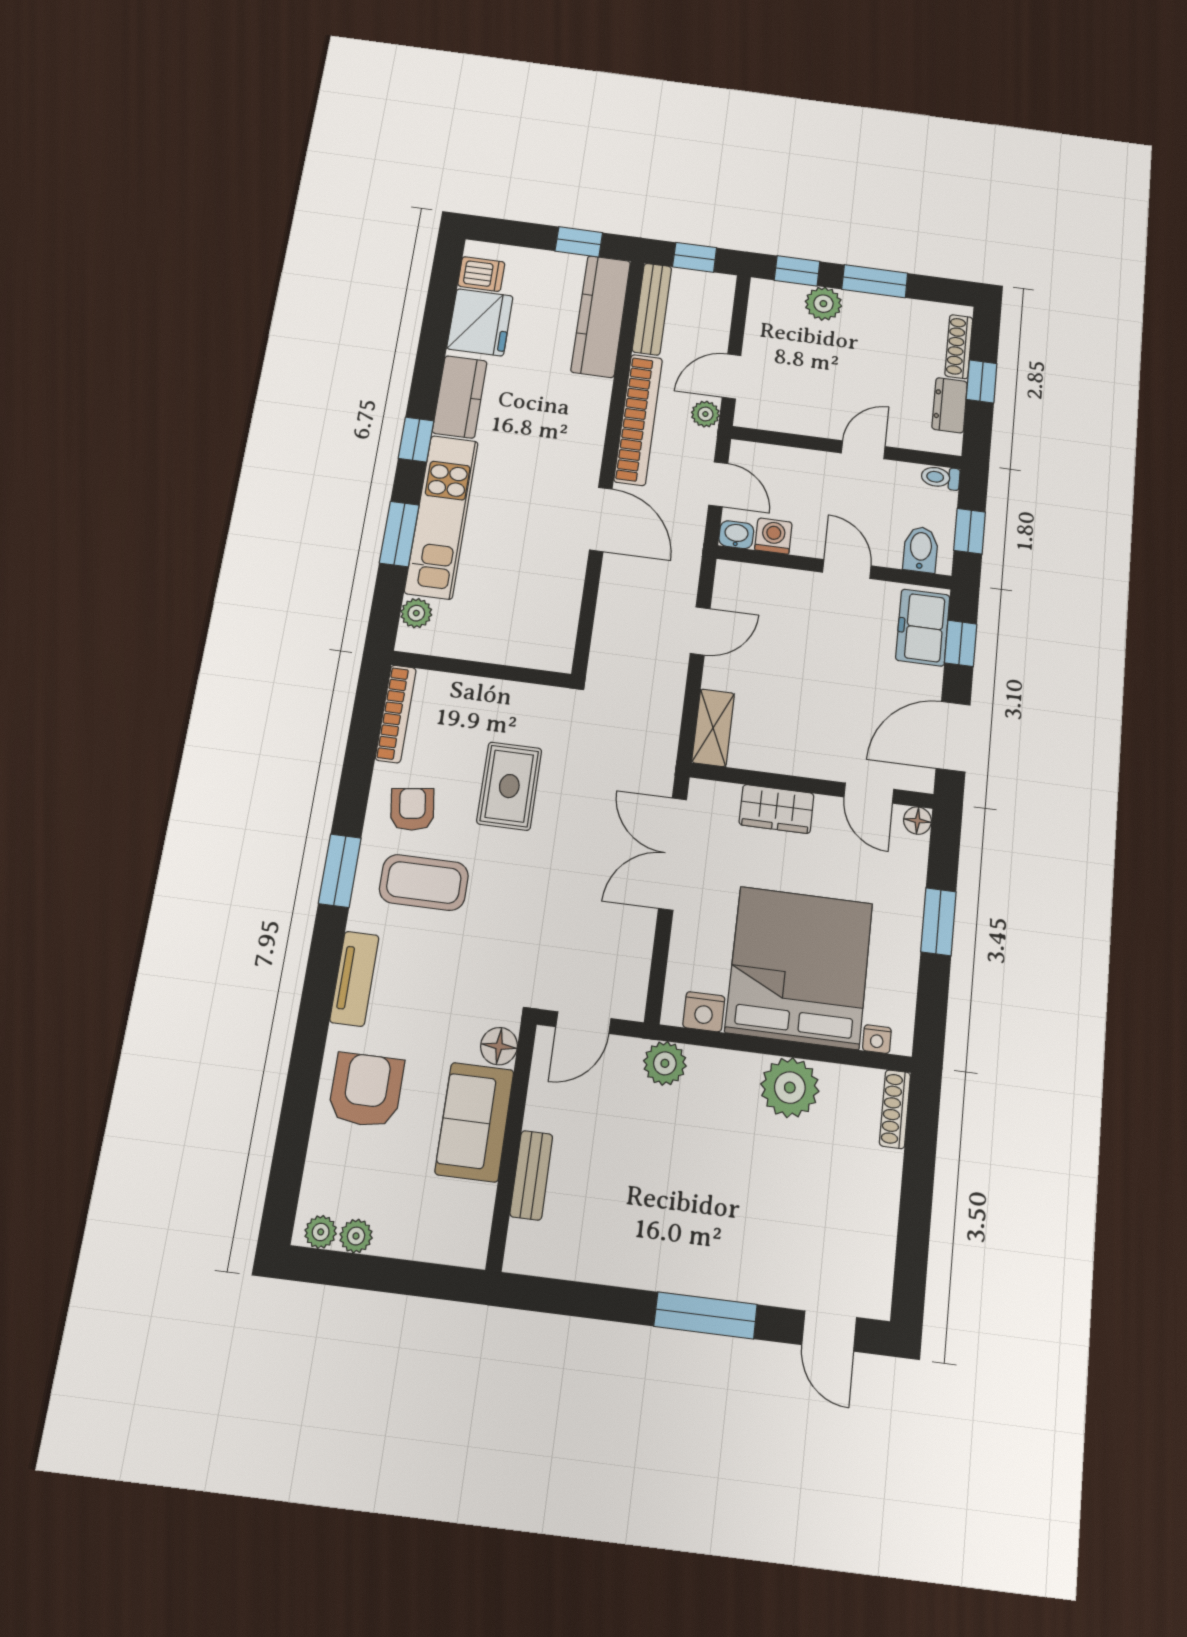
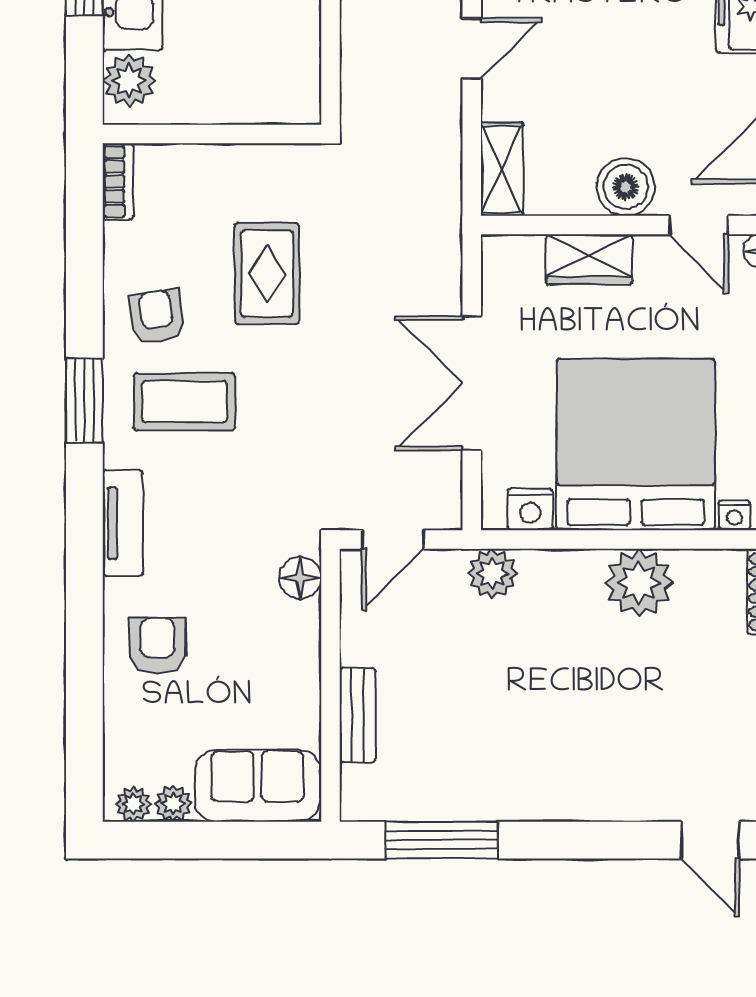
plant: (416, 613) -> (129, 81), width x1.38, depth x1.38
bookcase: (396, 714) -> (118, 181), width x0.64
boiler: (812, 755) -> (626, 187), added
double door: (673, 854) -> (472, 383), moved
armchair: (366, 1090) -> (158, 646), width x0.72, depth x0.72
sofa: (475, 1122) -> (258, 786), moved, turned 90
window: (706, 1315) -> (442, 840), moved

